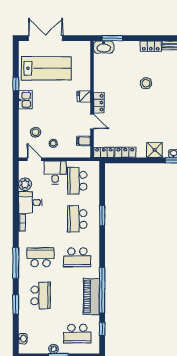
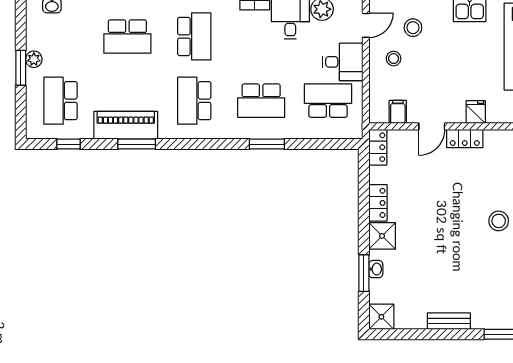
locker: (125, 152) -> (378, 203), moved
school desk: (77, 219) -> (261, 101), turned 180
window: (102, 290) -> (137, 144), width x0.47

